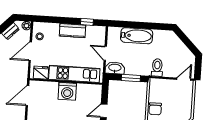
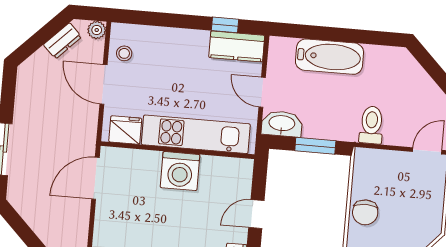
kitchen counter: (73, 31) -> (237, 46), moved
door: (30, 51) -> (103, 84), hinge flipped

